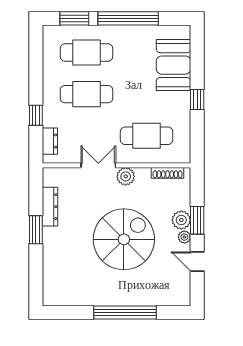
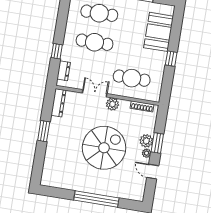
dresser: (50, 207) -> (58, 103), moved

